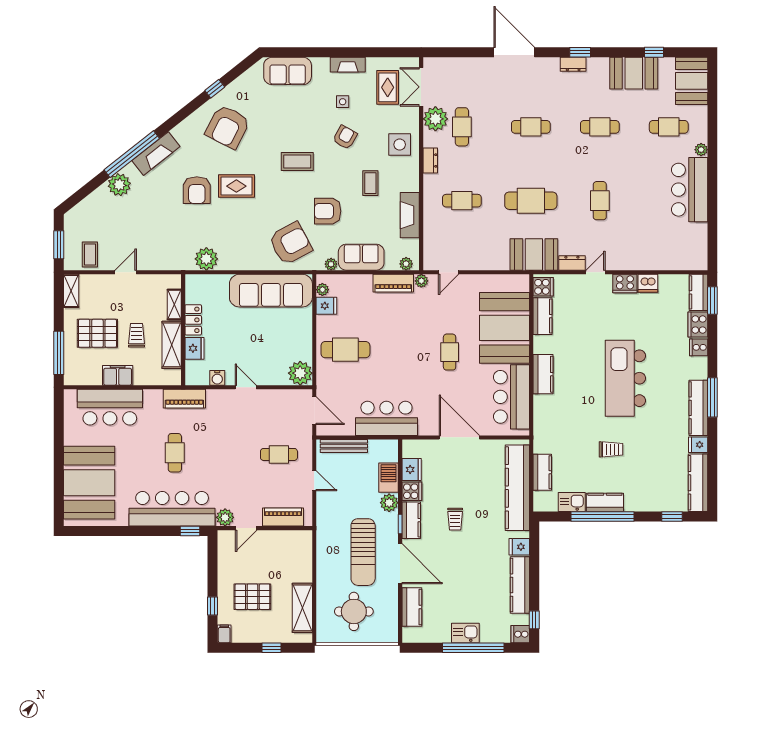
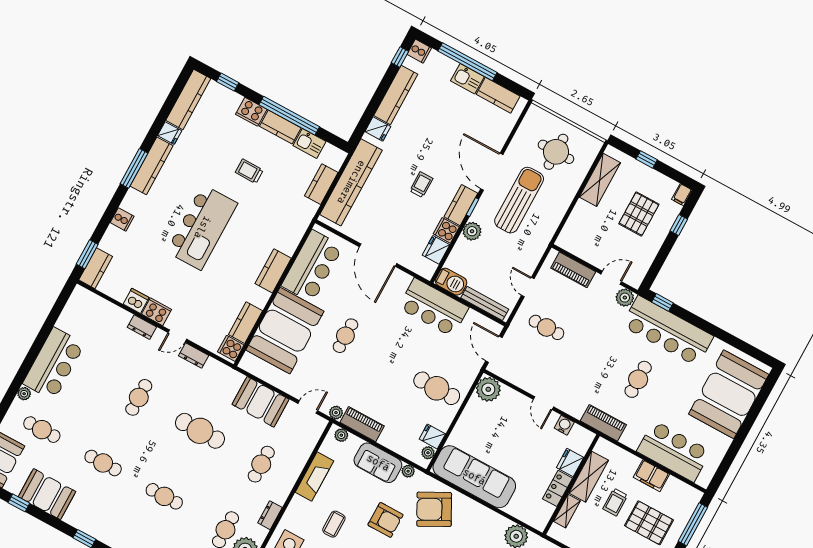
dresser: (573, 64) -> (142, 327), moved, turned 180
cafe table: (462, 201) -> (261, 464), turned 90
booth: (534, 254) -> (260, 402), moved
cooker: (698, 324) -> (251, 112), moved, turned 90
barbecue: (389, 478) -> (451, 282), moved, turned -90
pallet: (252, 597) -> (639, 214), turned 90
kitchen counter: (412, 607) -> (498, 95), moved, turned -90

